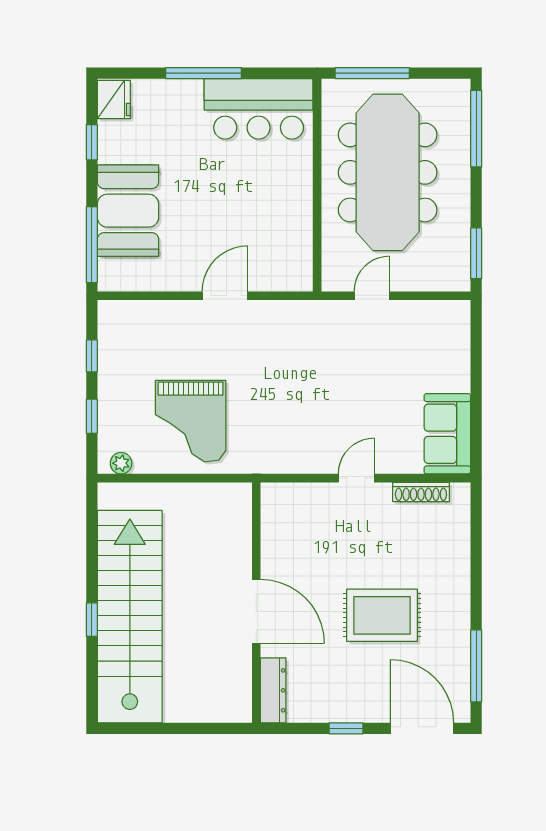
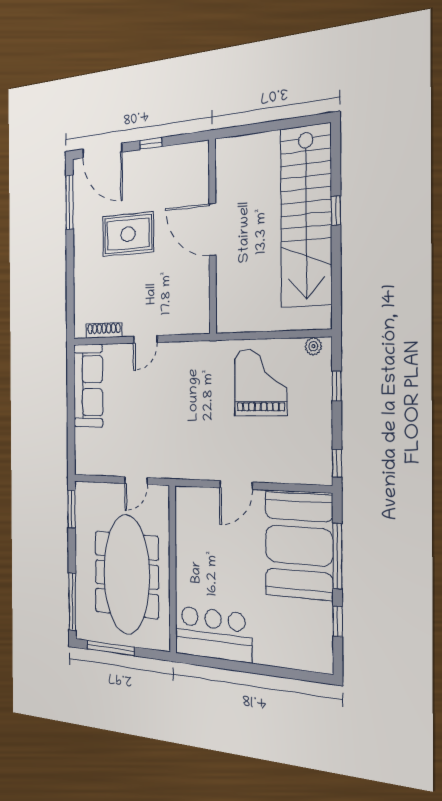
window: (204, 73) -> (253, 668), removed
window: (372, 73) -> (111, 648), moved
fridge: (114, 100) -> (320, 655), removed
booth: (128, 211) -> (299, 545), width x1.36, depth x1.42
window: (92, 245) -> (337, 556), moved
window: (92, 356) -> (337, 463), moved
sofa: (447, 434) -> (88, 386), width x1.36
dresser: (273, 690) -> (200, 167), removed

